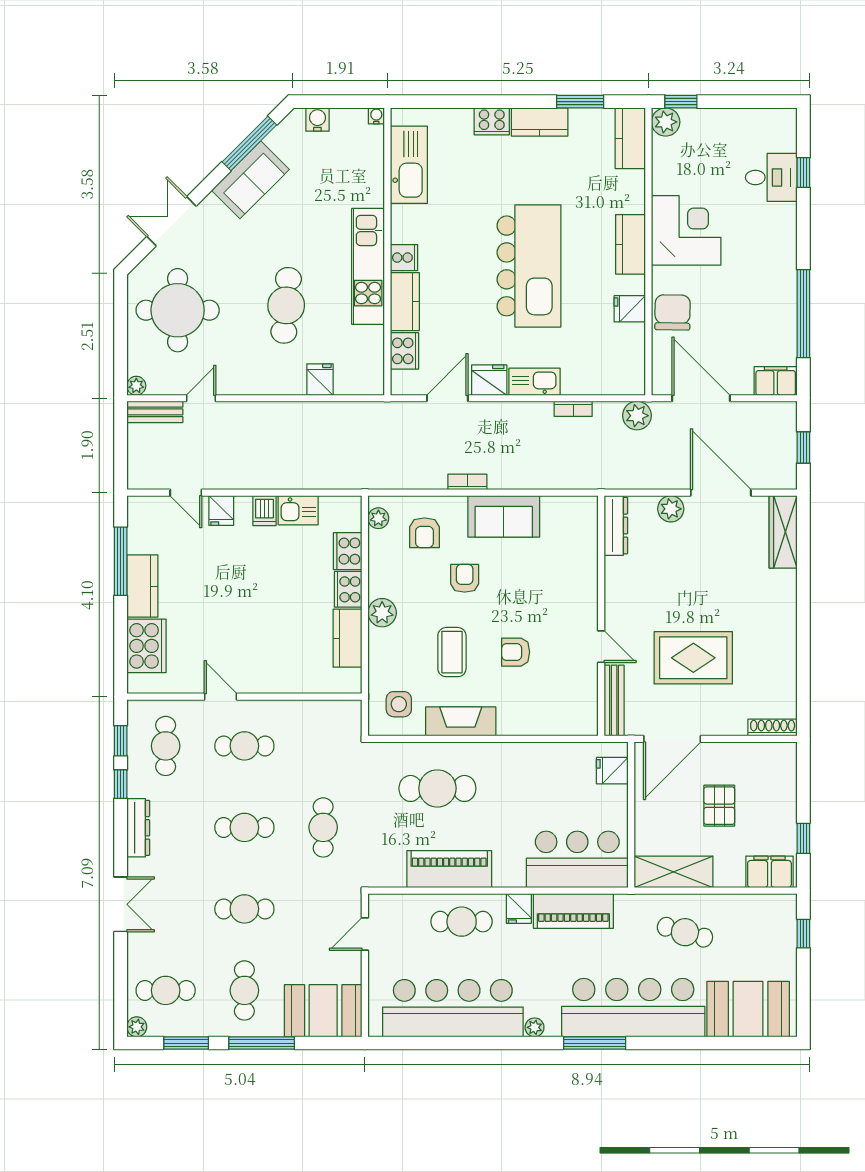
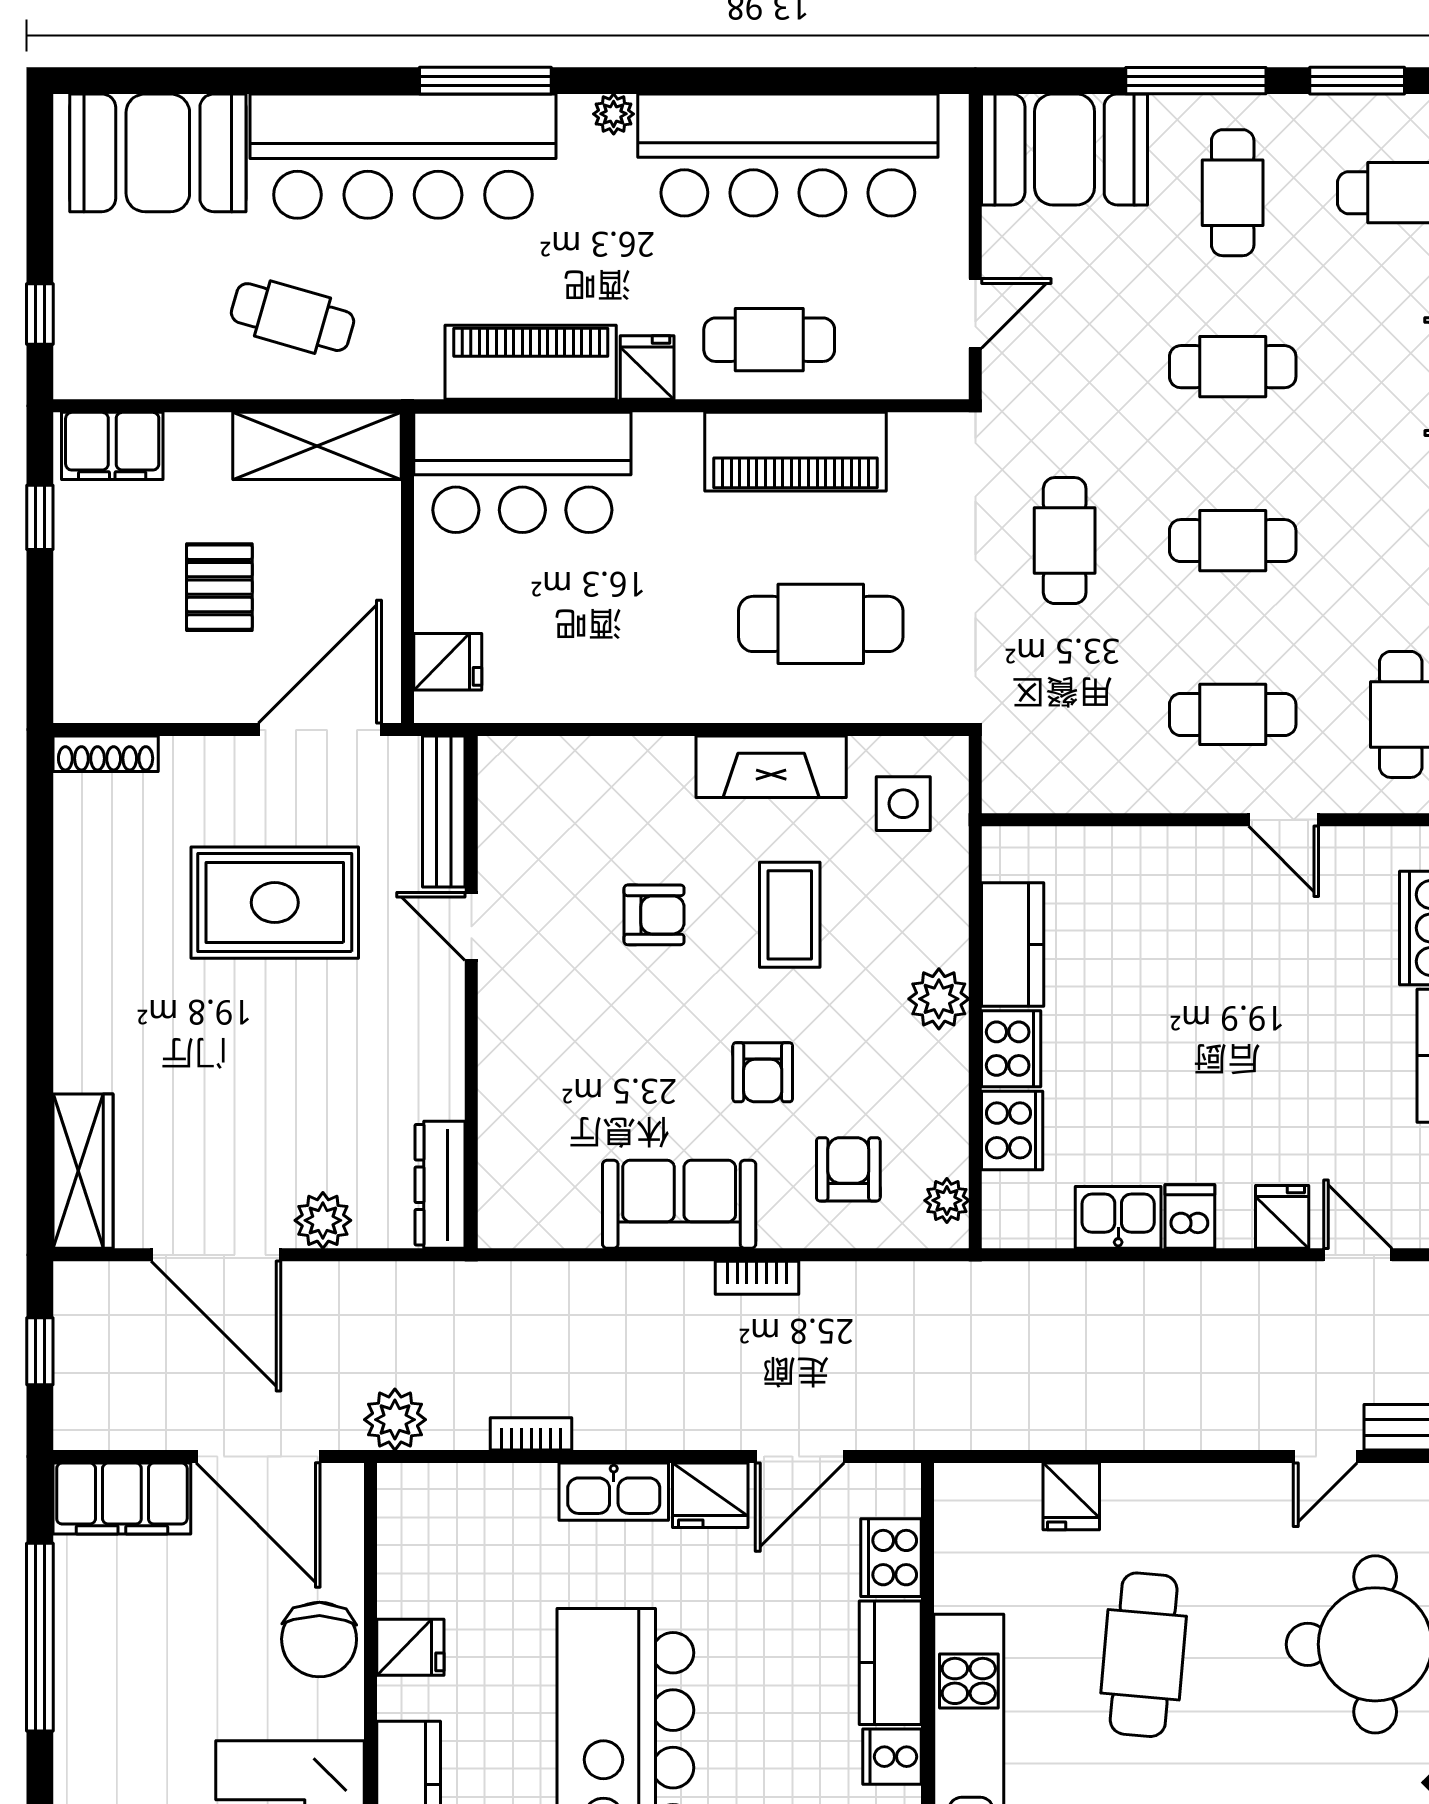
filing cabinet: (776, 381) -> (122, 1499), width x1.50, depth x1.17

